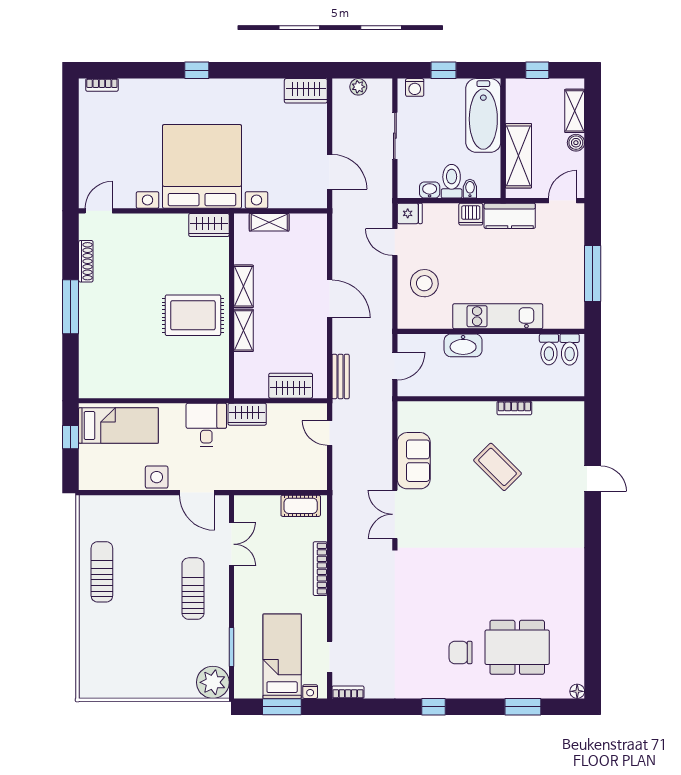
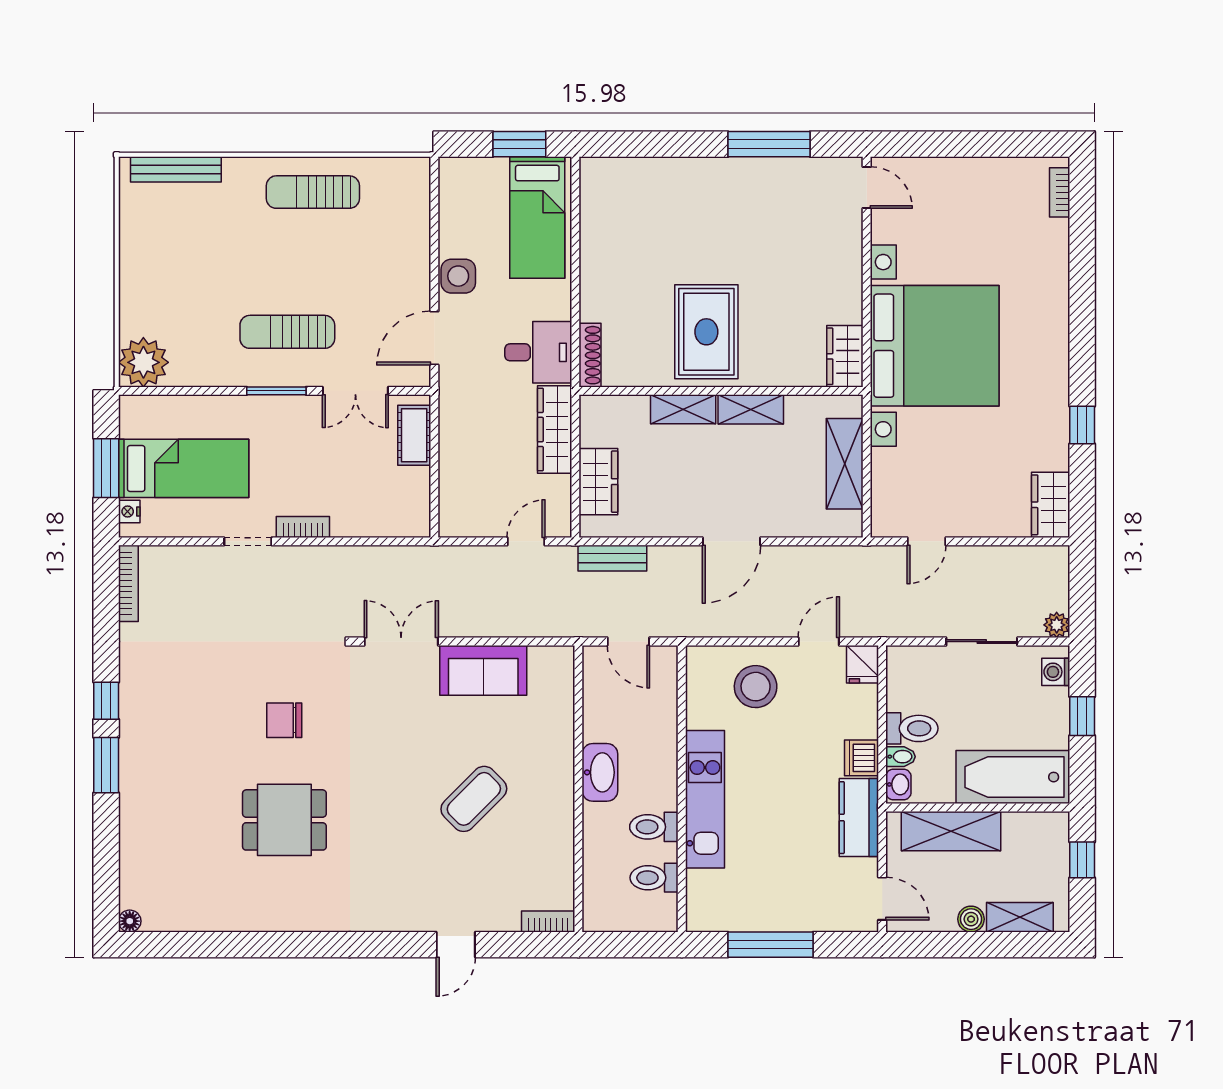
window: (197, 70) -> (1082, 425), moved
plant: (358, 87) -> (1057, 625), moved
door: (330, 172) -> (927, 541), width x0.73
washbasin: (430, 190) -> (898, 784), moved
shelving: (269, 222) -> (845, 464), width x1.50, depth x1.33
shoe rack: (86, 261) -> (590, 355), moved, turned -90
window: (71, 307) -> (769, 144), moved
washbasin: (463, 345) -> (600, 772), moved, turned 180
toilet: (570, 349) -> (654, 827), moved
bookcase: (514, 408) -> (548, 922), moved, turned 90
wardrobe: (247, 414) -> (555, 430), width x1.50
window: (71, 437) -> (519, 144), width x1.50
cot: (301, 506) -> (414, 435), moved
bookcase: (320, 569) -> (303, 527), width x0.64
sun lounger: (102, 572) -> (313, 192), turned 180
sun lounger: (193, 589) -> (287, 332), turned 180
window: (232, 647) -> (276, 391), moved
dining table: (517, 647) -> (284, 820), moved, width x0.73
chair: (461, 653) -> (284, 720), moved, turned -90
doorway: (330, 657) -> (248, 541), moved
bench: (87, 661) -> (176, 169), added
bookcase: (348, 692) -> (128, 583), width x1.56
window: (523, 707) -> (106, 765), moved

